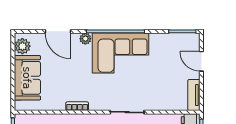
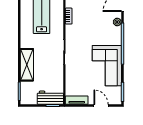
corner sofa: (121, 53) -> (107, 66), moved
door: (201, 61) -> (101, 105), hinge flipped

